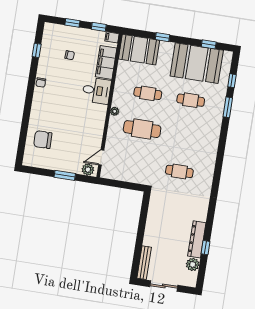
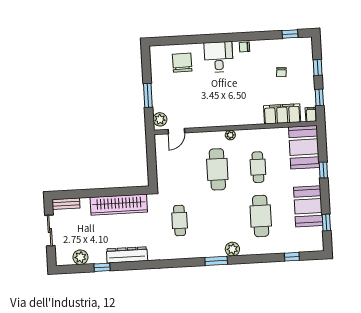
window: (37, 50) -> (290, 34), moved
booth: (197, 63) -> (308, 206), width x0.73, depth x0.70
desk: (97, 91) -> (219, 57), moved, turned 180
cafe table: (191, 100) -> (261, 216), width x1.37, depth x1.35
window: (228, 107) -> (216, 261), moved
plant: (214, 131) -> (232, 249), added
door: (101, 158) -> (176, 131), swing flipped
wardrobe: (154, 221) -> (119, 205), added
dresser: (197, 239) -> (127, 255), moved
bench: (144, 263) -> (66, 204), width x0.73

